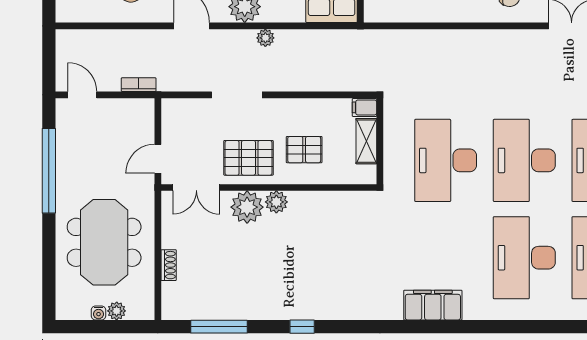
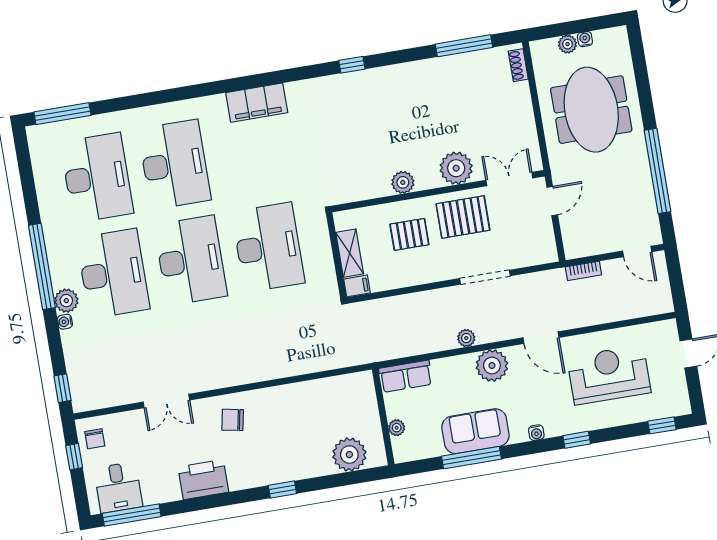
plant: (276, 202) -> (403, 182), moved
shoe rack: (169, 265) -> (518, 65), moved
window: (302, 327) -> (352, 65), moved

